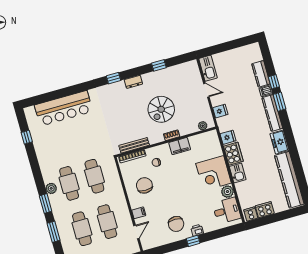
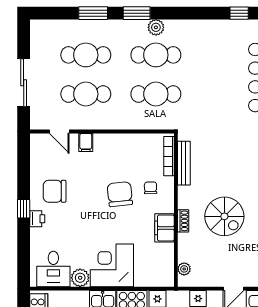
spiral stairs: (161, 109) -> (224, 216), turned 180
chair: (144, 185) -> (120, 194), moved, turned -96

